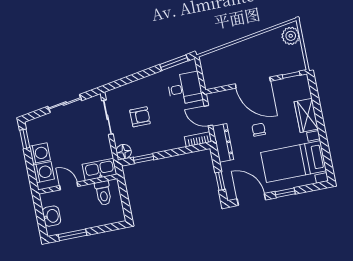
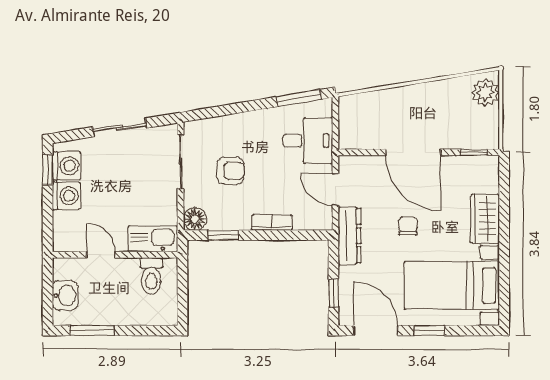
bookcase: (198, 139) -> (272, 222), moved
washing machine: (44, 172) -> (67, 166), moved

